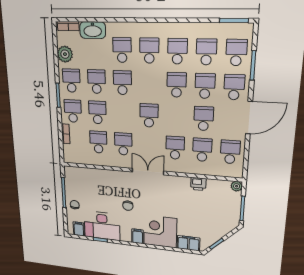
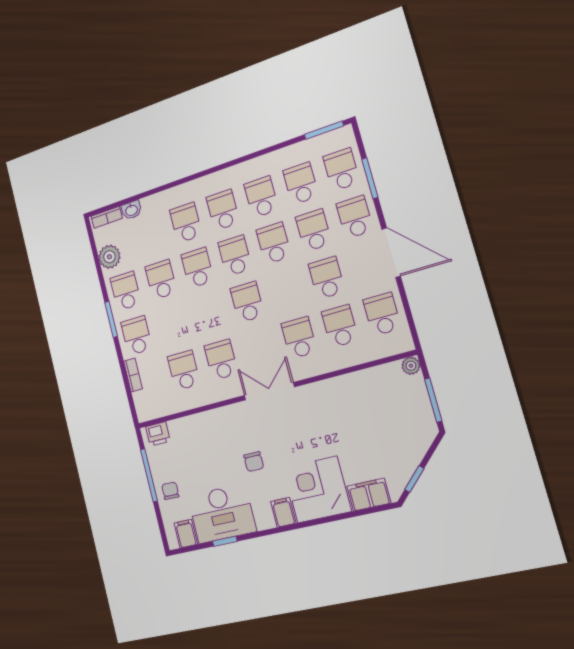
washbasin: (93, 30) -> (131, 210), width x0.52, depth x0.69
school desk: (97, 112) -> (235, 256), moved
door: (249, 118) -> (391, 253), hinge flipped
printer: (198, 184) -> (158, 434), moved

